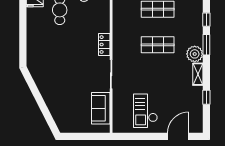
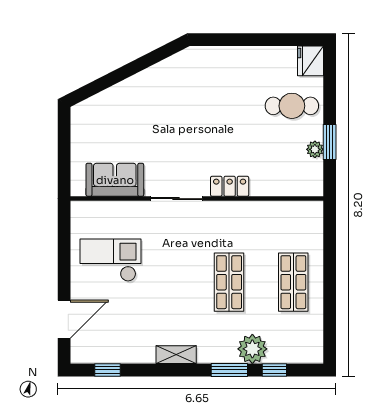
plant: (195, 54) -> (252, 349), moved
window: (206, 97) -> (107, 370), moved
door: (178, 136) -> (64, 319), hinge flipped

